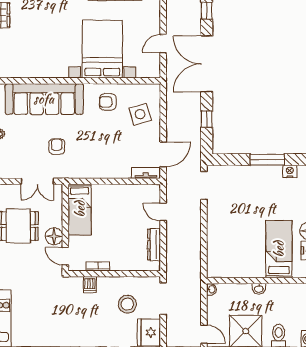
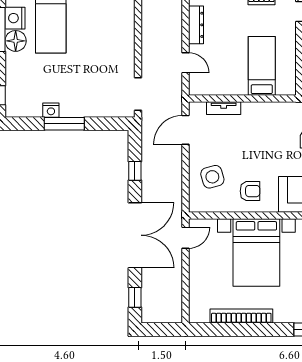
door: (163, 44) -> (185, 238), moved
nightstand: (290, 171) -> (51, 110), moved
tv unit: (146, 173) -> (224, 108), moved
bed: (80, 209) -> (262, 66), moved

